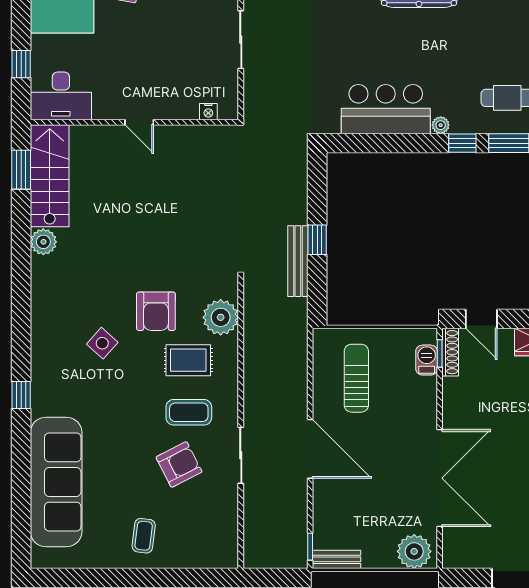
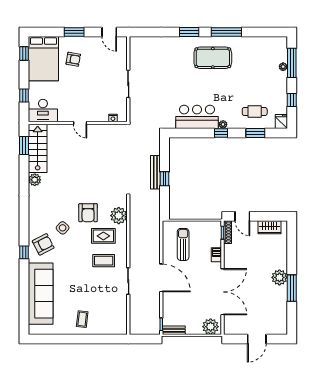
window: (462, 143) -> (221, 133), moved
bench: (298, 261) -> (155, 172), moved
barbecue: (427, 360) -> (216, 255), moved
armchair: (179, 464) -> (43, 244), moved

